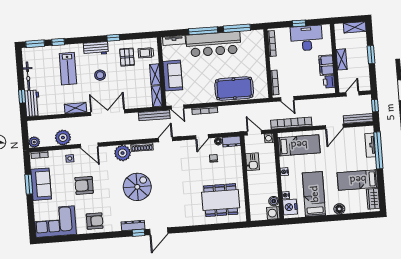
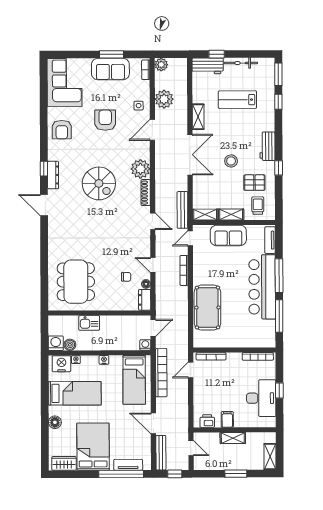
filing cabinet: (326, 65) -> (227, 419), width x0.50
lab bench: (68, 69) -> (237, 100), moved
stool: (100, 75) -> (231, 161), moved
kitchen sink: (252, 162) -> (89, 323), moved
bed: (358, 180) -> (93, 447), width x1.50
window: (139, 233) -> (44, 169), moved

